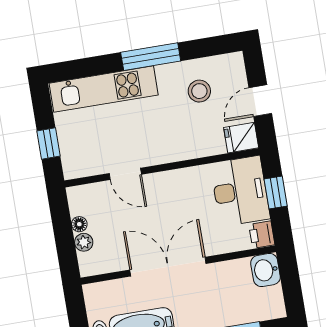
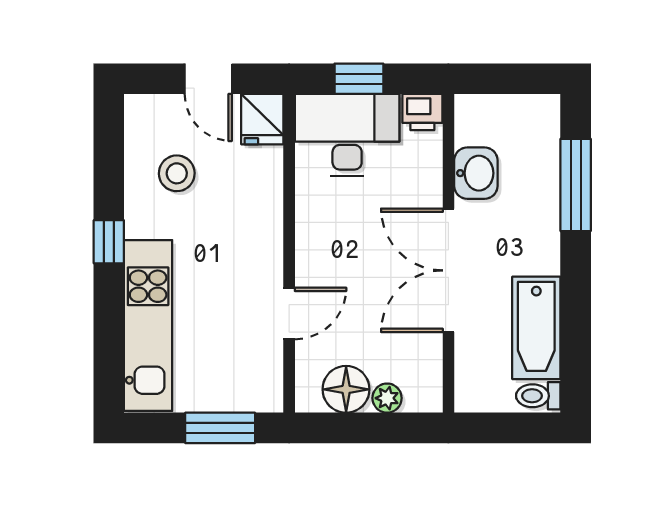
window: (151, 57) -> (109, 242), width x0.46
window: (49, 143) -> (220, 428), width x1.50
floor lamp: (79, 224) -> (346, 389), width x1.89, depth x1.89
washbasin: (265, 270) -> (476, 173), moved, turned -90

